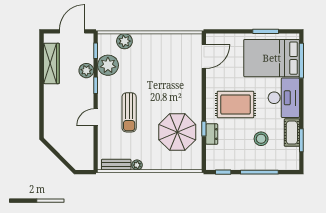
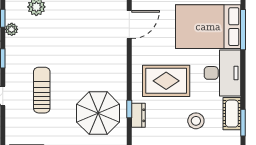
plant: (108, 65) -> (12, 29), width x0.53, depth x0.53
sun lounger: (129, 112) -> (42, 90), turned 180

